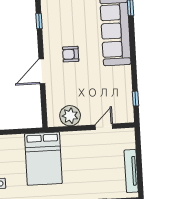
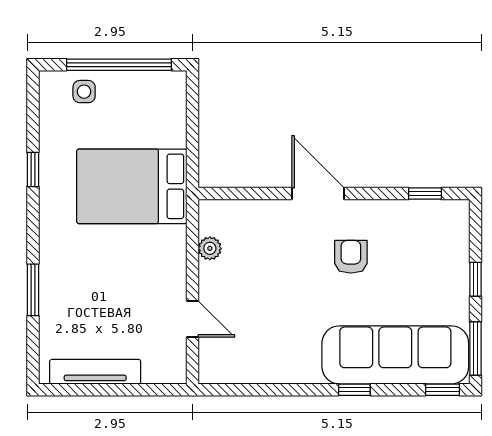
window: (136, 99) -> (354, 390), moved
plant: (70, 116) -> (210, 248), width x0.53, depth x0.53

